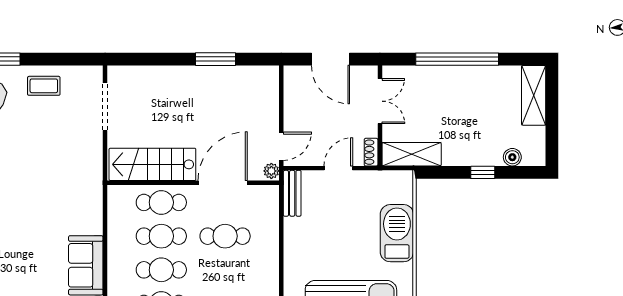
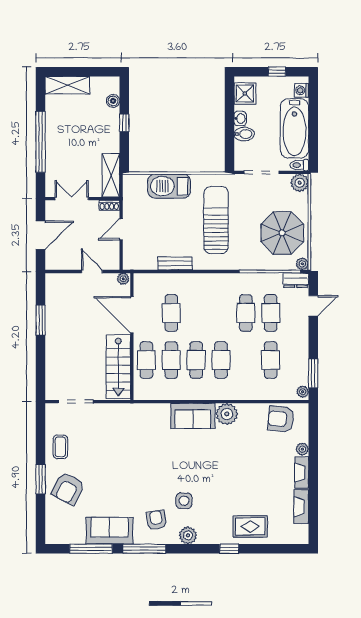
door: (281, 146) -> (92, 271), moved
door: (338, 168) -> (121, 229), hinge flipped
bench: (292, 193) -> (175, 263), moved

